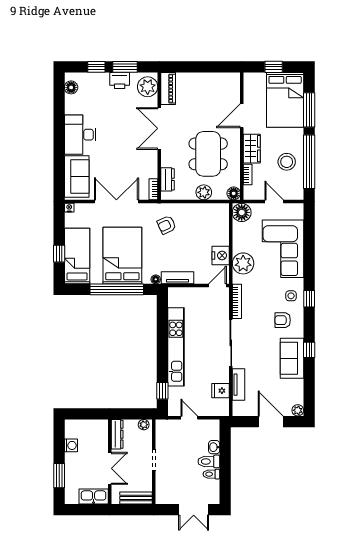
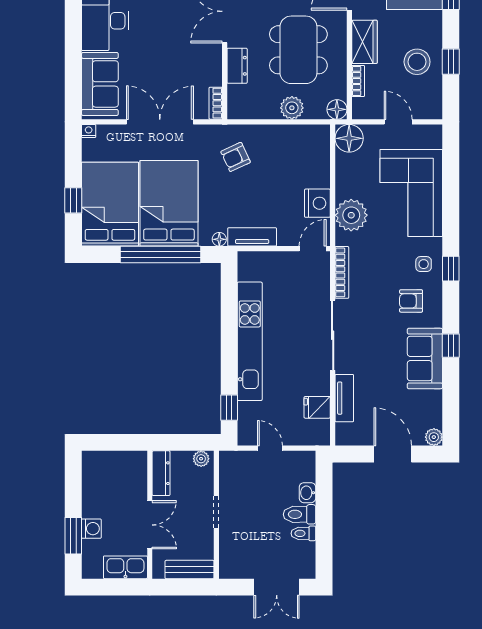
window: (309, 162) -> (451, 62), width x0.32
dresser: (167, 179) -> (237, 66), moved
bed: (77, 256) -> (110, 204), width x1.50
washing machine: (71, 445) -> (91, 529), moved

